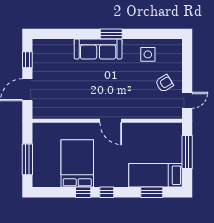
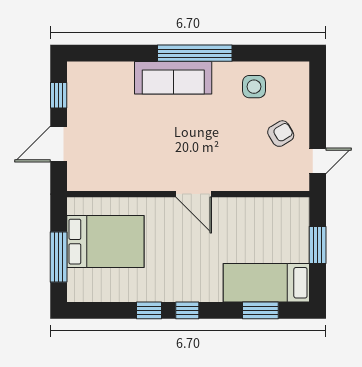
window: (111, 34) -> (195, 53), width x2.11
window: (187, 152) -> (318, 245), width x0.69
bed: (77, 163) -> (105, 242), moved, turned 90

